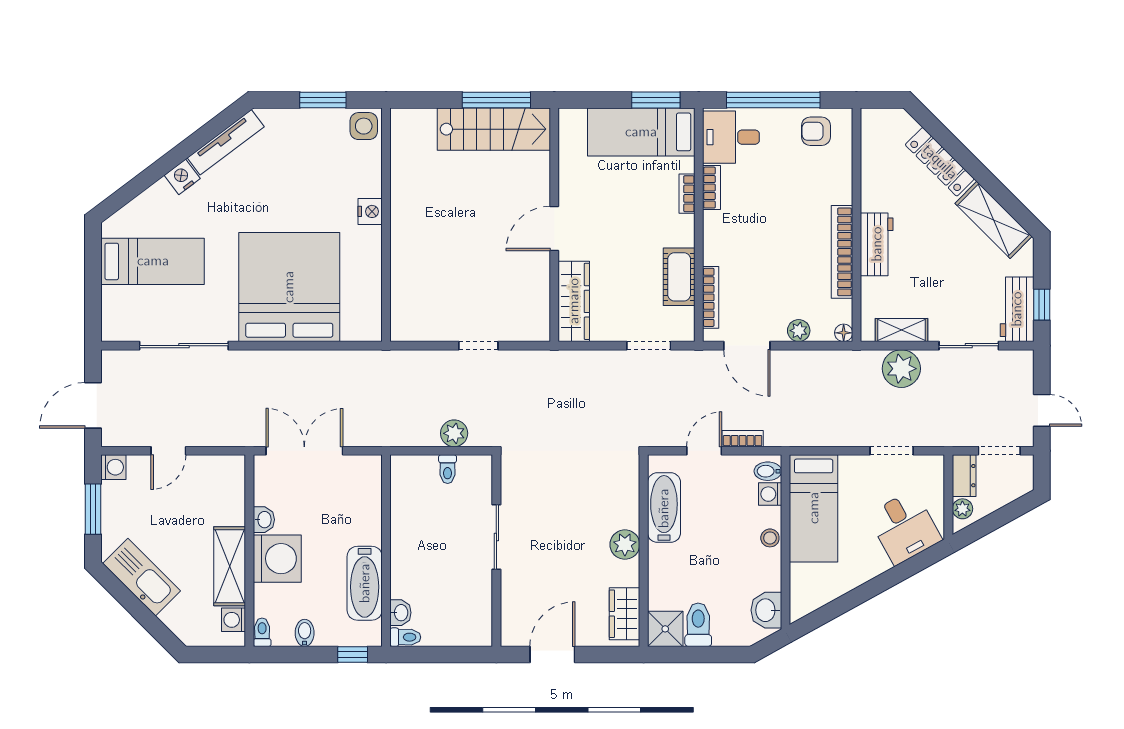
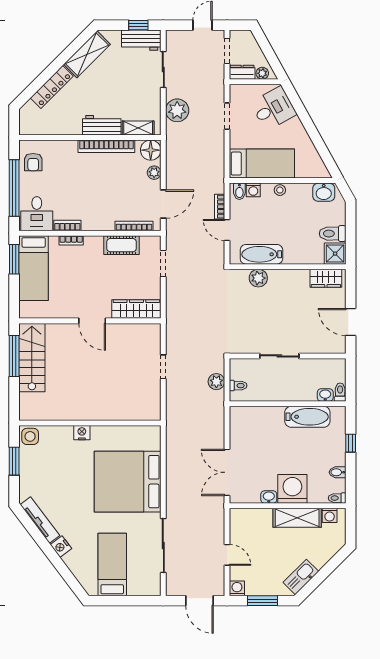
shelving: (902, 330) -> (138, 128), moved, turned 90
floor lamp: (844, 333) -> (151, 150), width x1.89, depth x1.89
plant: (625, 545) -> (258, 278), moved
wall: (386, 551) -> (288, 404), moved
kitchen sink: (142, 577) -> (301, 577), width x0.73, depth x0.81
bathtub: (365, 583) -> (307, 417), moved
washbasin: (400, 613) -> (325, 395), moved
toilet: (405, 637) -> (340, 392), moved

